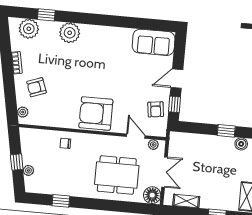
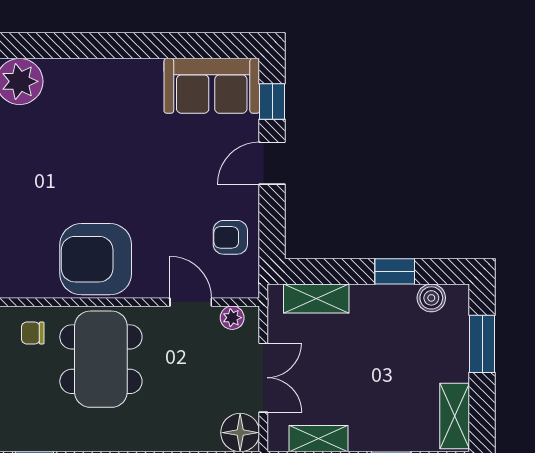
window: (175, 104) -> (272, 102), moved
armchair: (156, 109) -> (230, 237), turned 97
shelving: (191, 140) -> (316, 299), added
dining table: (117, 175) -> (101, 359), moved, turned 90

